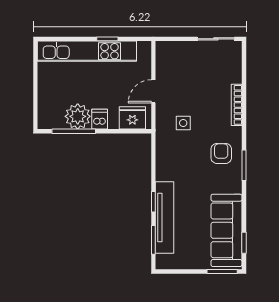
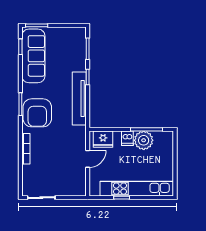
side table: (183, 123) -> (65, 135), removed
armchair: (221, 153) -> (37, 113), width x1.88, depth x1.88
tv unit: (165, 217) -> (79, 98), moved

